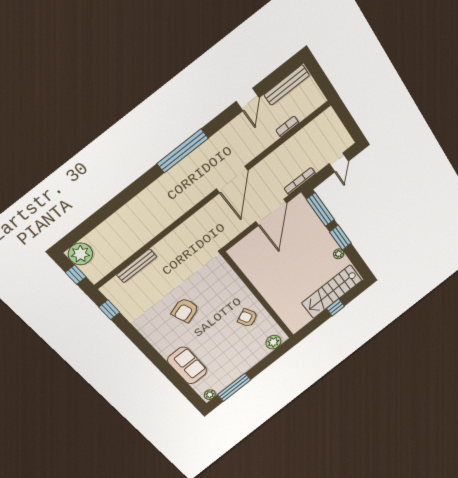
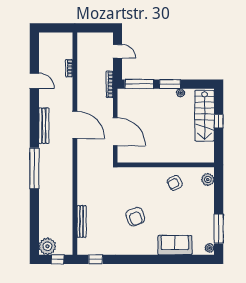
bench: (287, 85) -> (44, 126), moved
window: (183, 151) -> (34, 168), moved
door: (271, 212) -> (115, 132), moved

